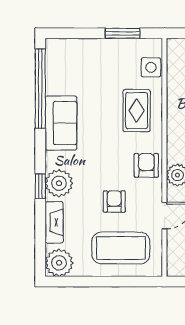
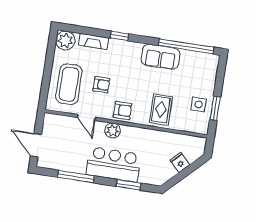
side table: (151, 67) -> (199, 104), moved
rug: (137, 111) -> (161, 110), turned 90
plant: (59, 183) -> (120, 49), removed

